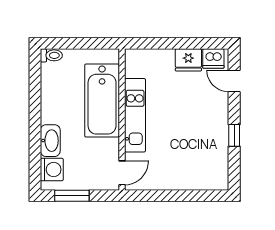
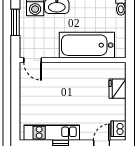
fridge: (188, 60) -> (117, 89), moved
kitchen unit: (135, 115) -> (52, 133), moved, turned 180

